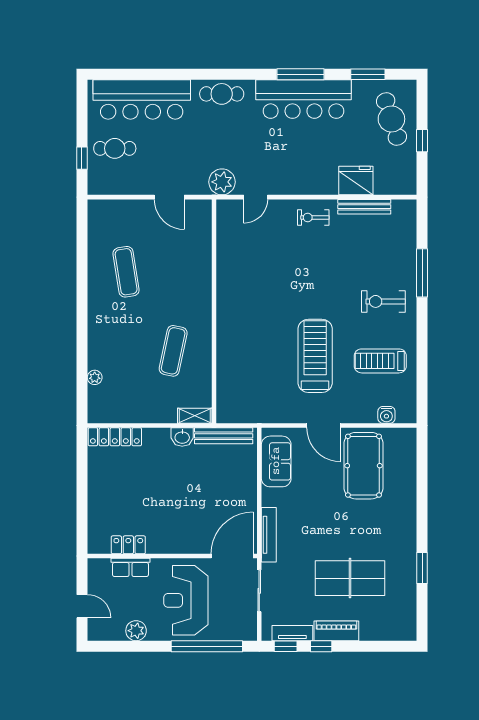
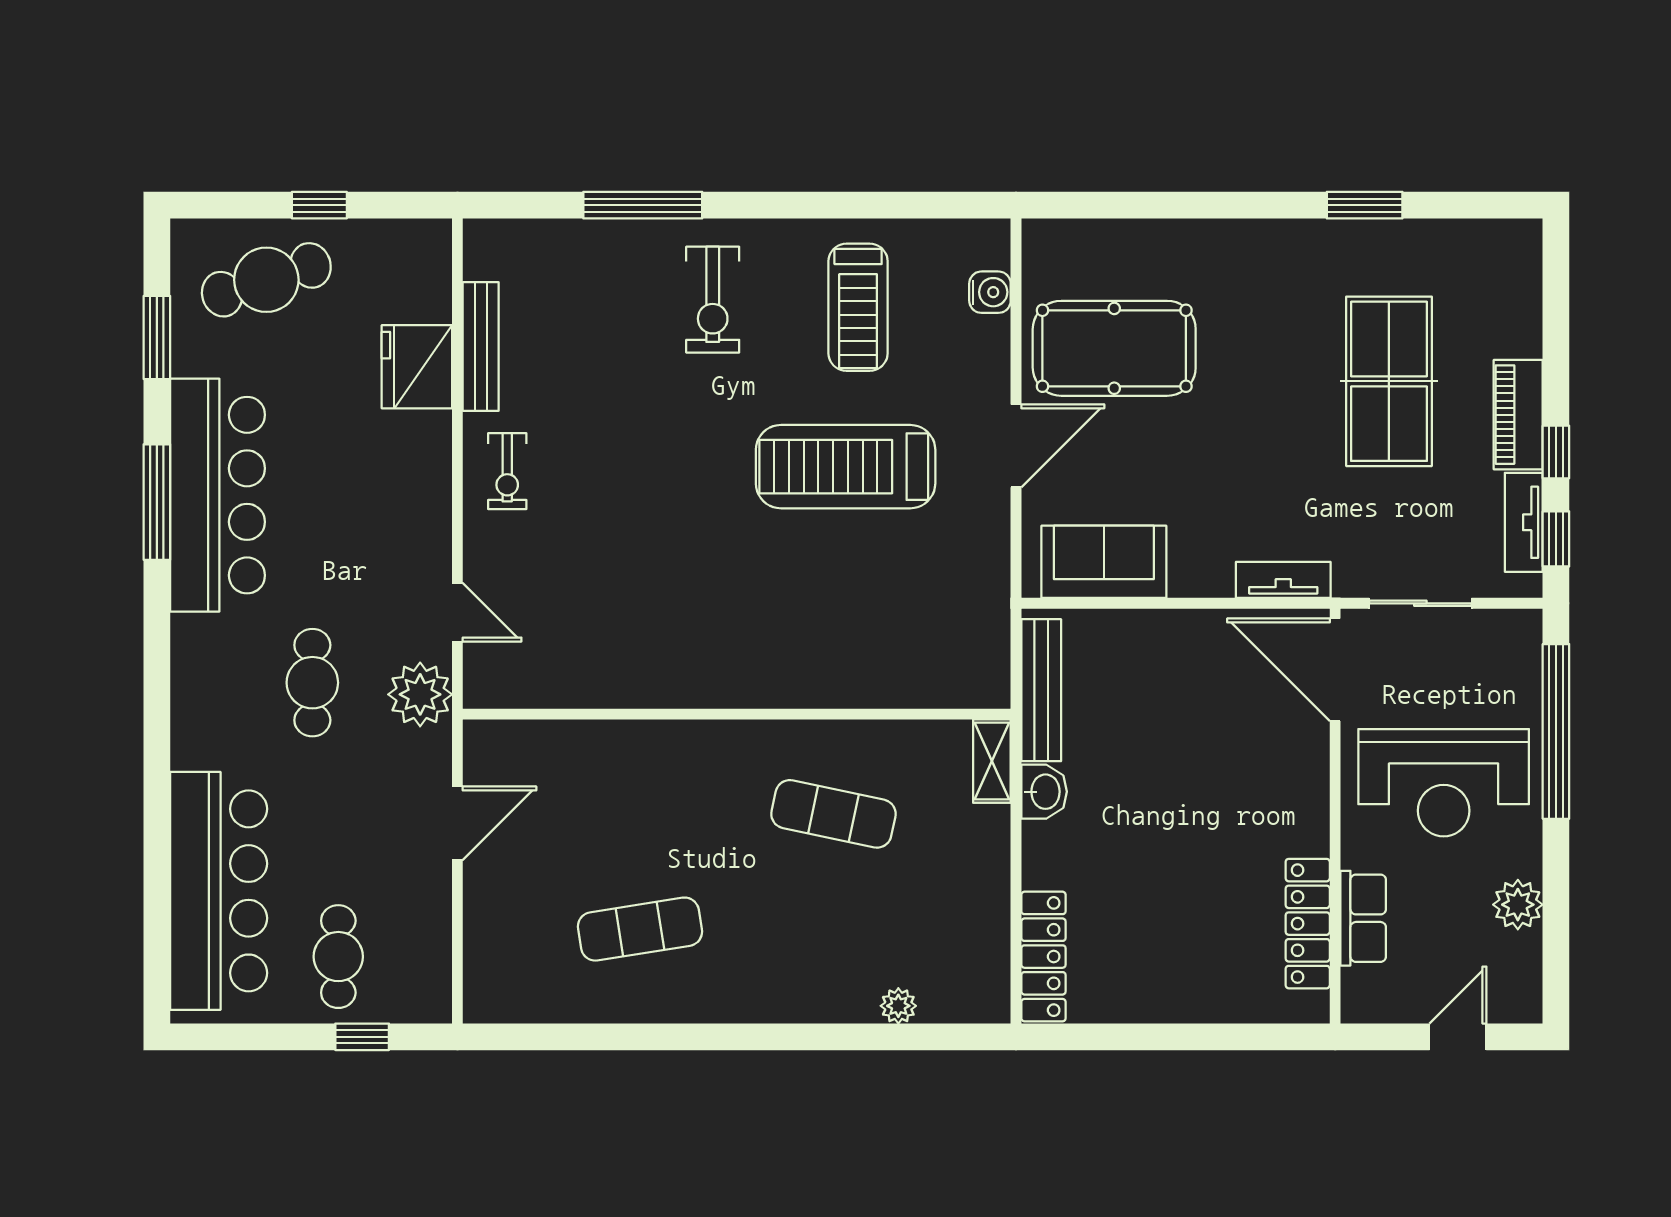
cafe table: (222, 94) -> (312, 683), moved
tv unit: (269, 535) -> (1283, 580), width x0.71
locker: (128, 545) -> (1308, 924), width x1.53

